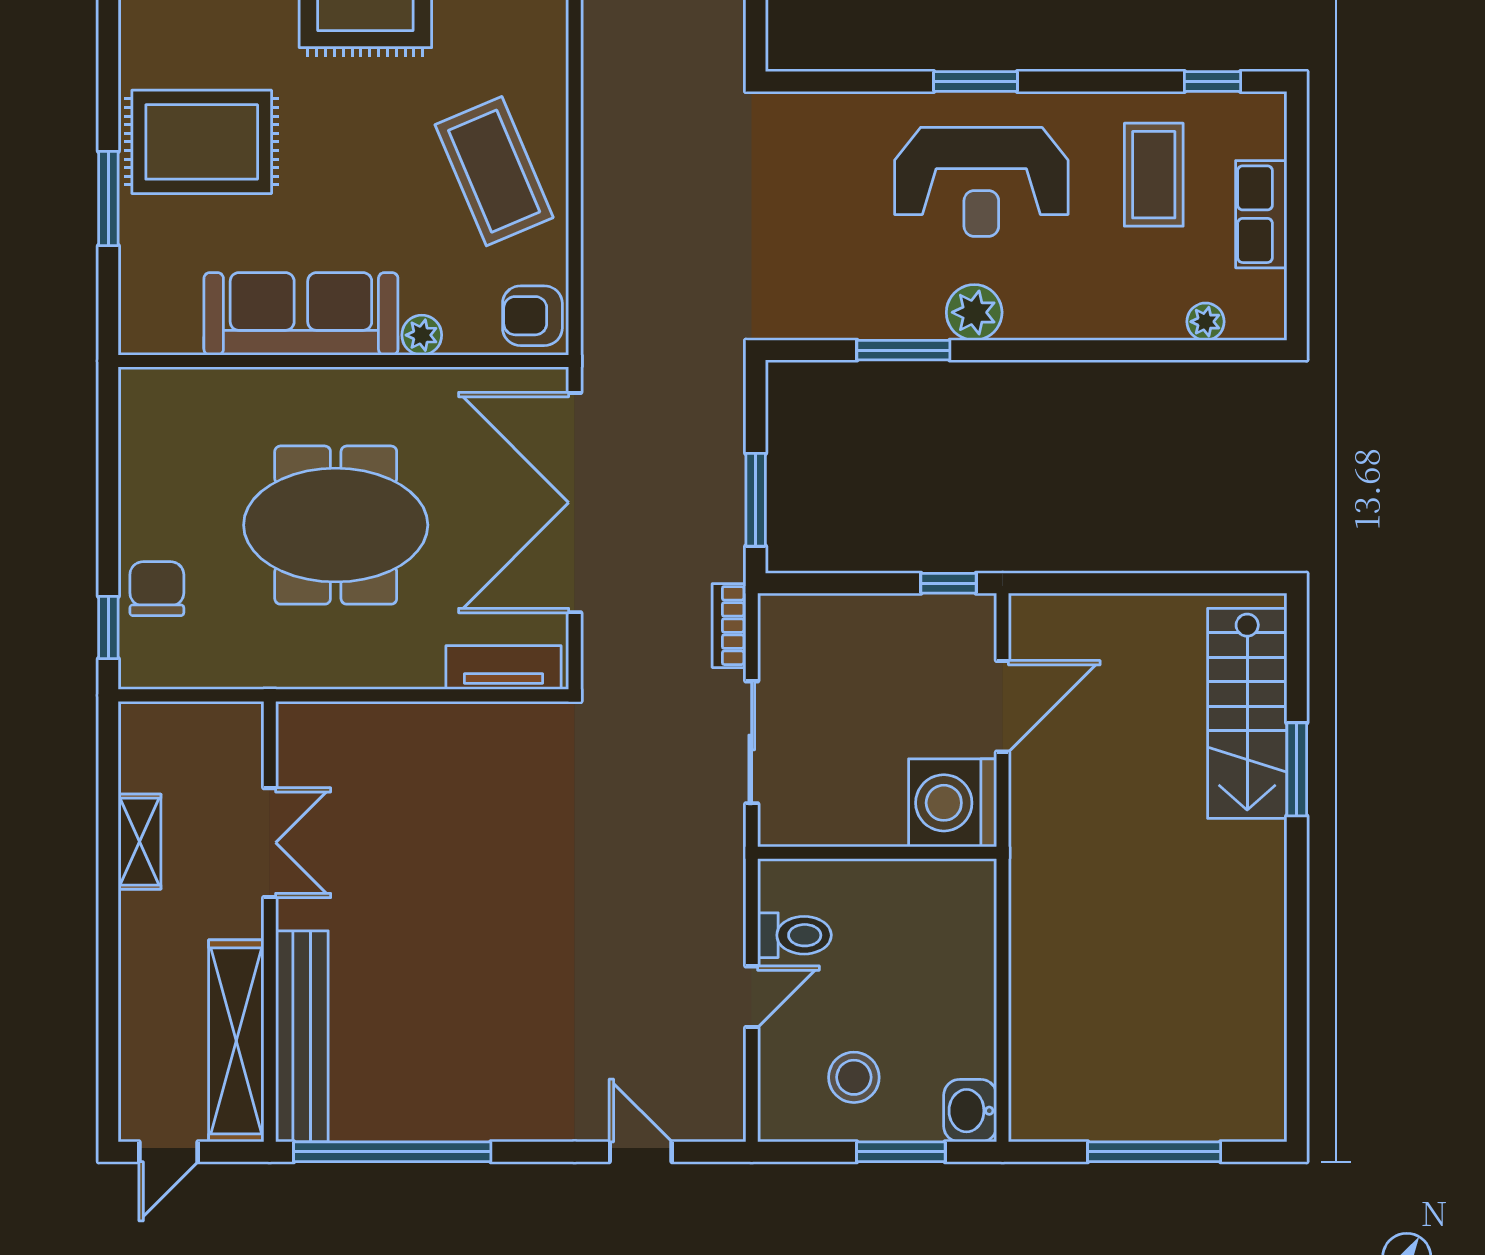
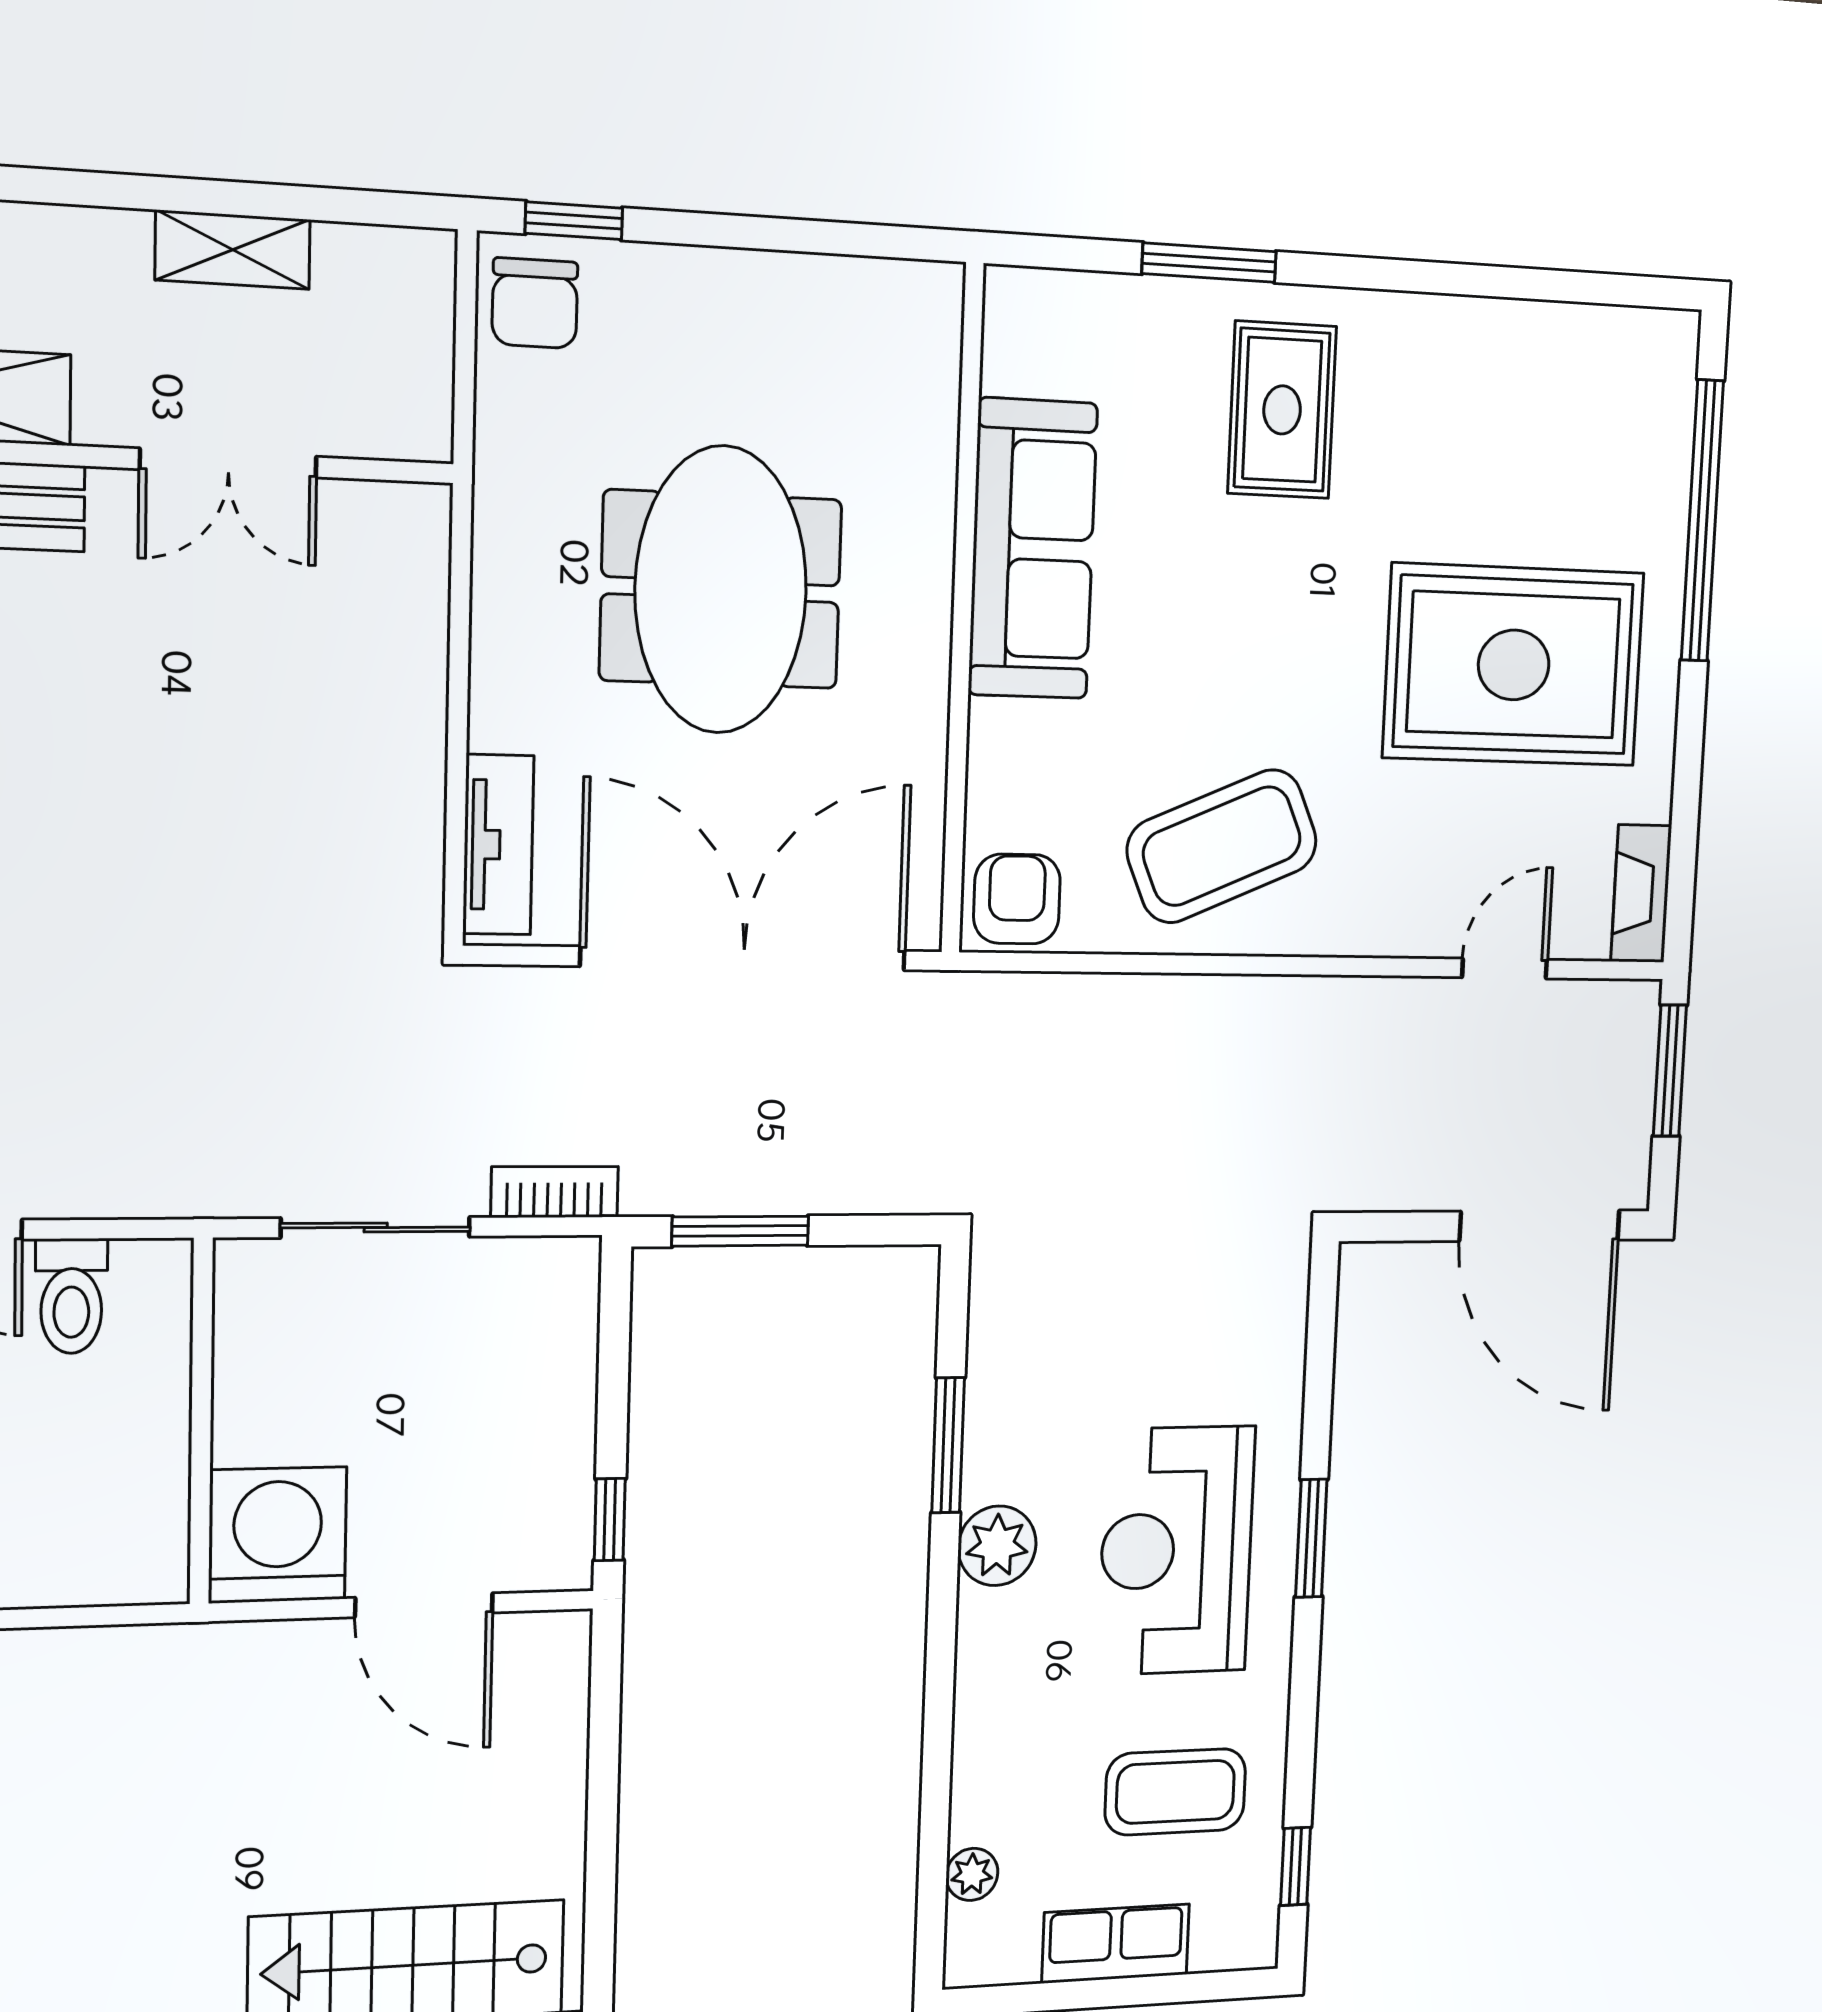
rug: (202, 142) -> (1282, 410), width x0.73, depth x0.70
plant: (422, 335) -> (995, 732), removed
chair: (157, 589) -> (535, 303), moved, turned 90

